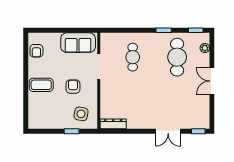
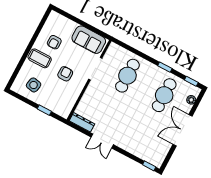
armchair: (36, 51) -> (54, 42), moved
cafe table: (133, 57) -> (127, 76), width x1.37, depth x1.35
double door: (212, 81) -> (182, 130), width x1.37
side table: (81, 114) -> (34, 85), moved
double door: (168, 131) -> (102, 141), moved

